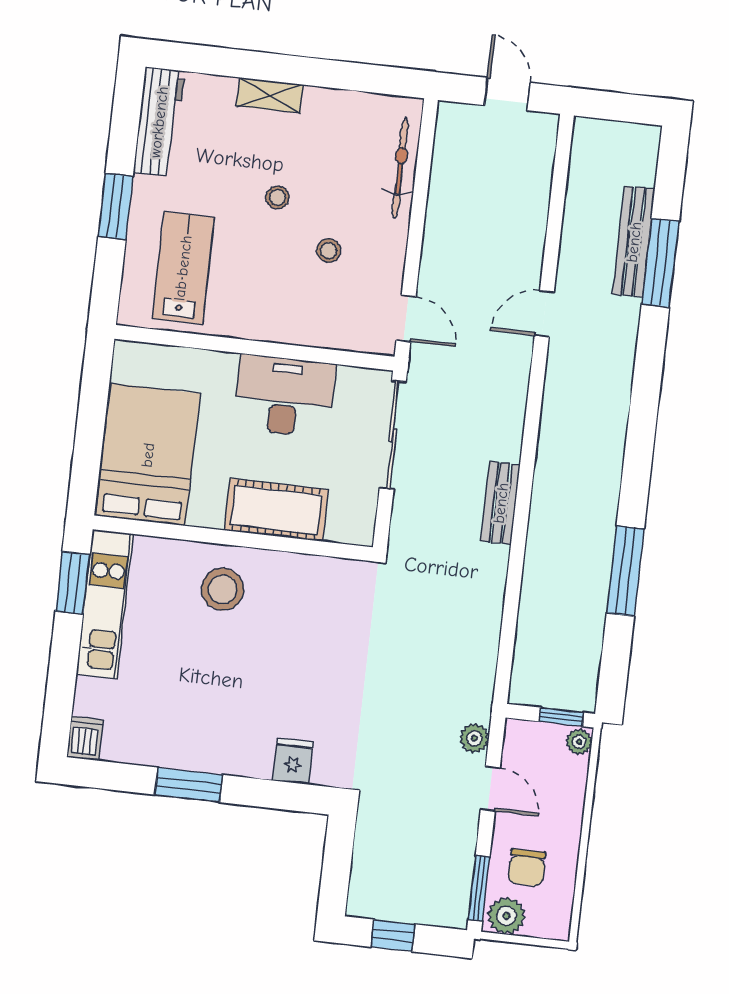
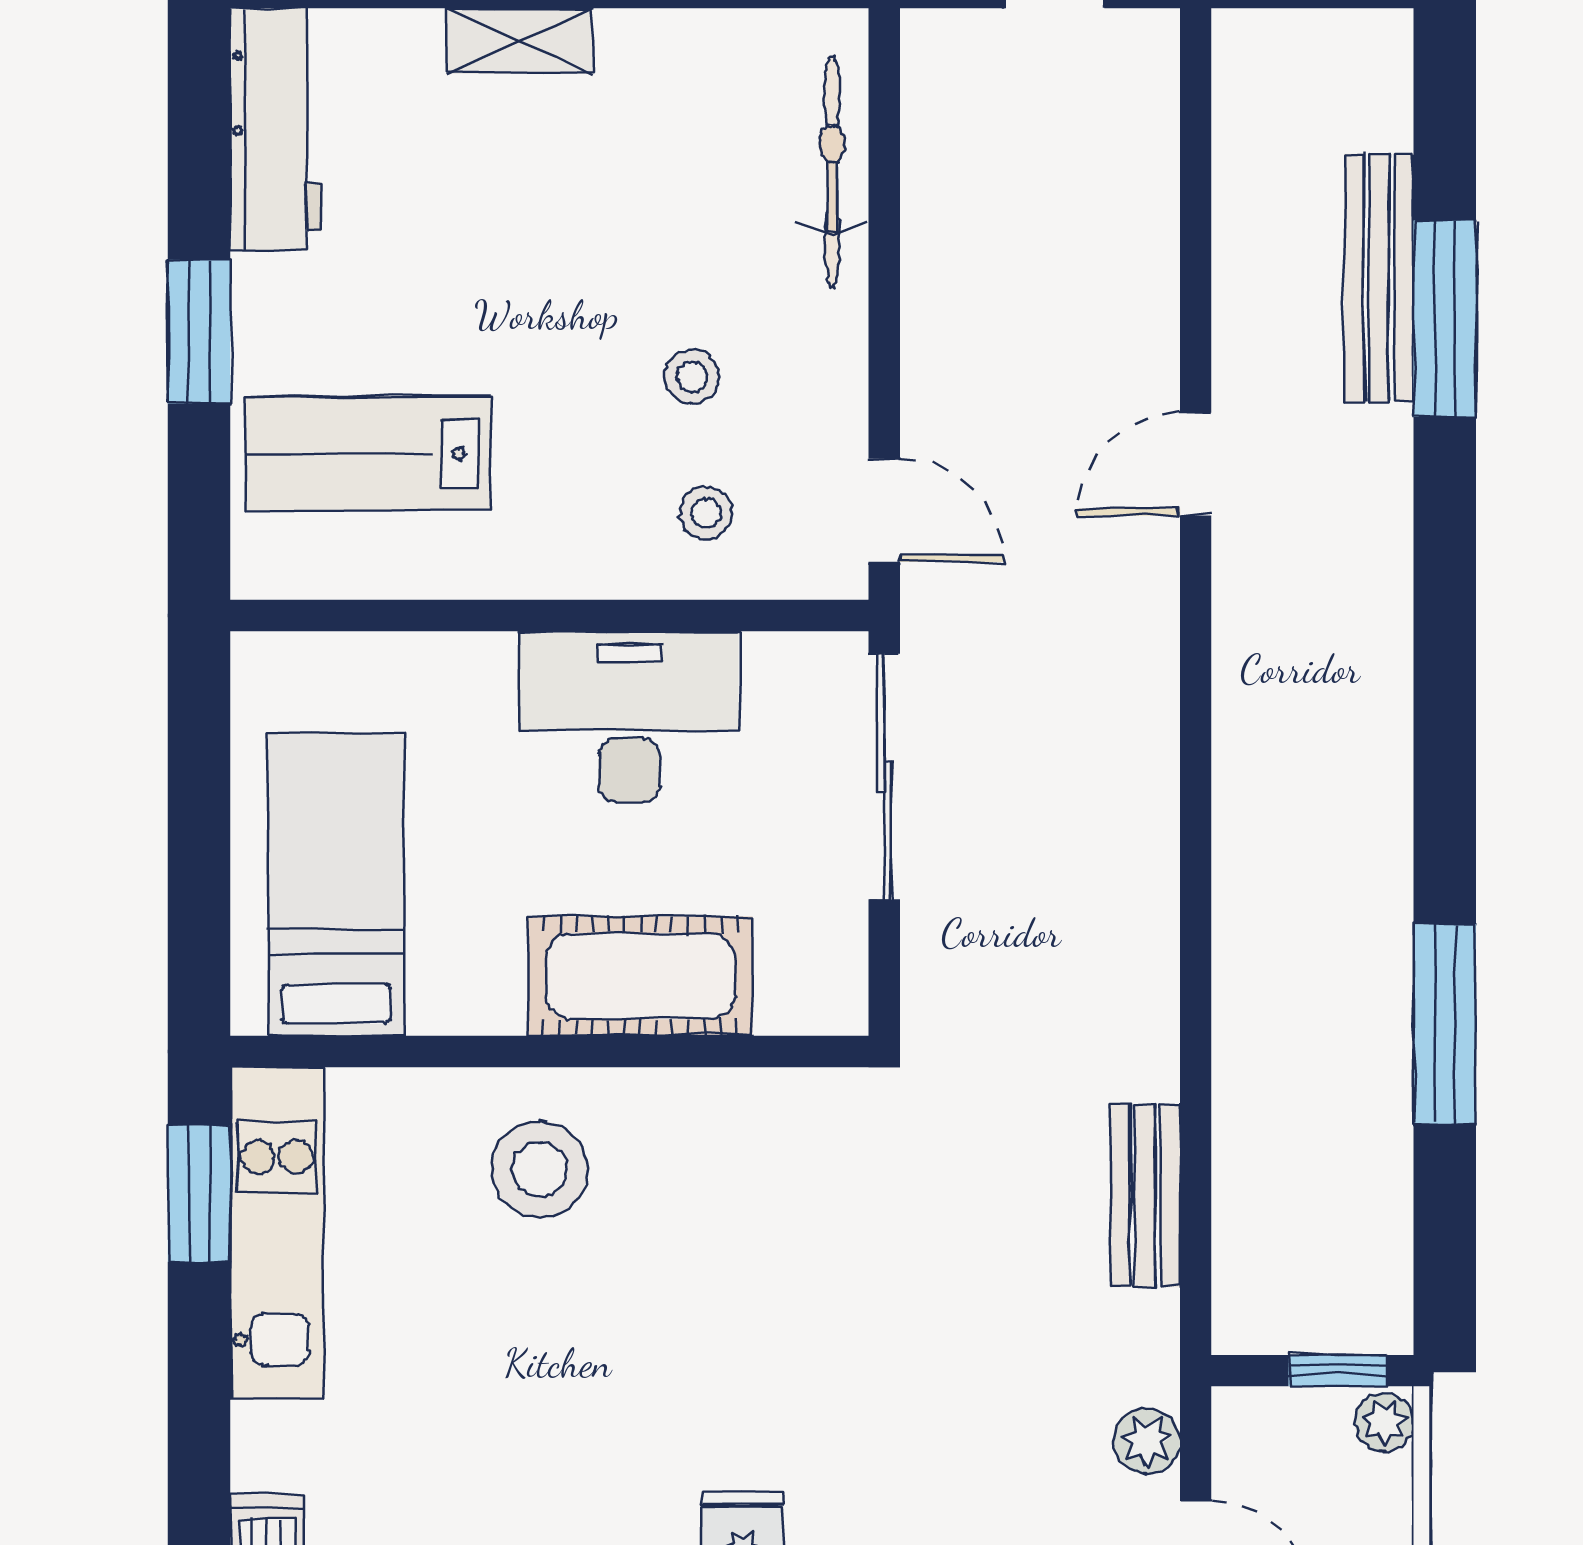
stool: (278, 197) -> (706, 513), moved
lab bench: (183, 268) -> (368, 453), turned -90
bed: (148, 455) -> (336, 884), width x0.67
bench: (501, 503) -> (1145, 1196), moved

